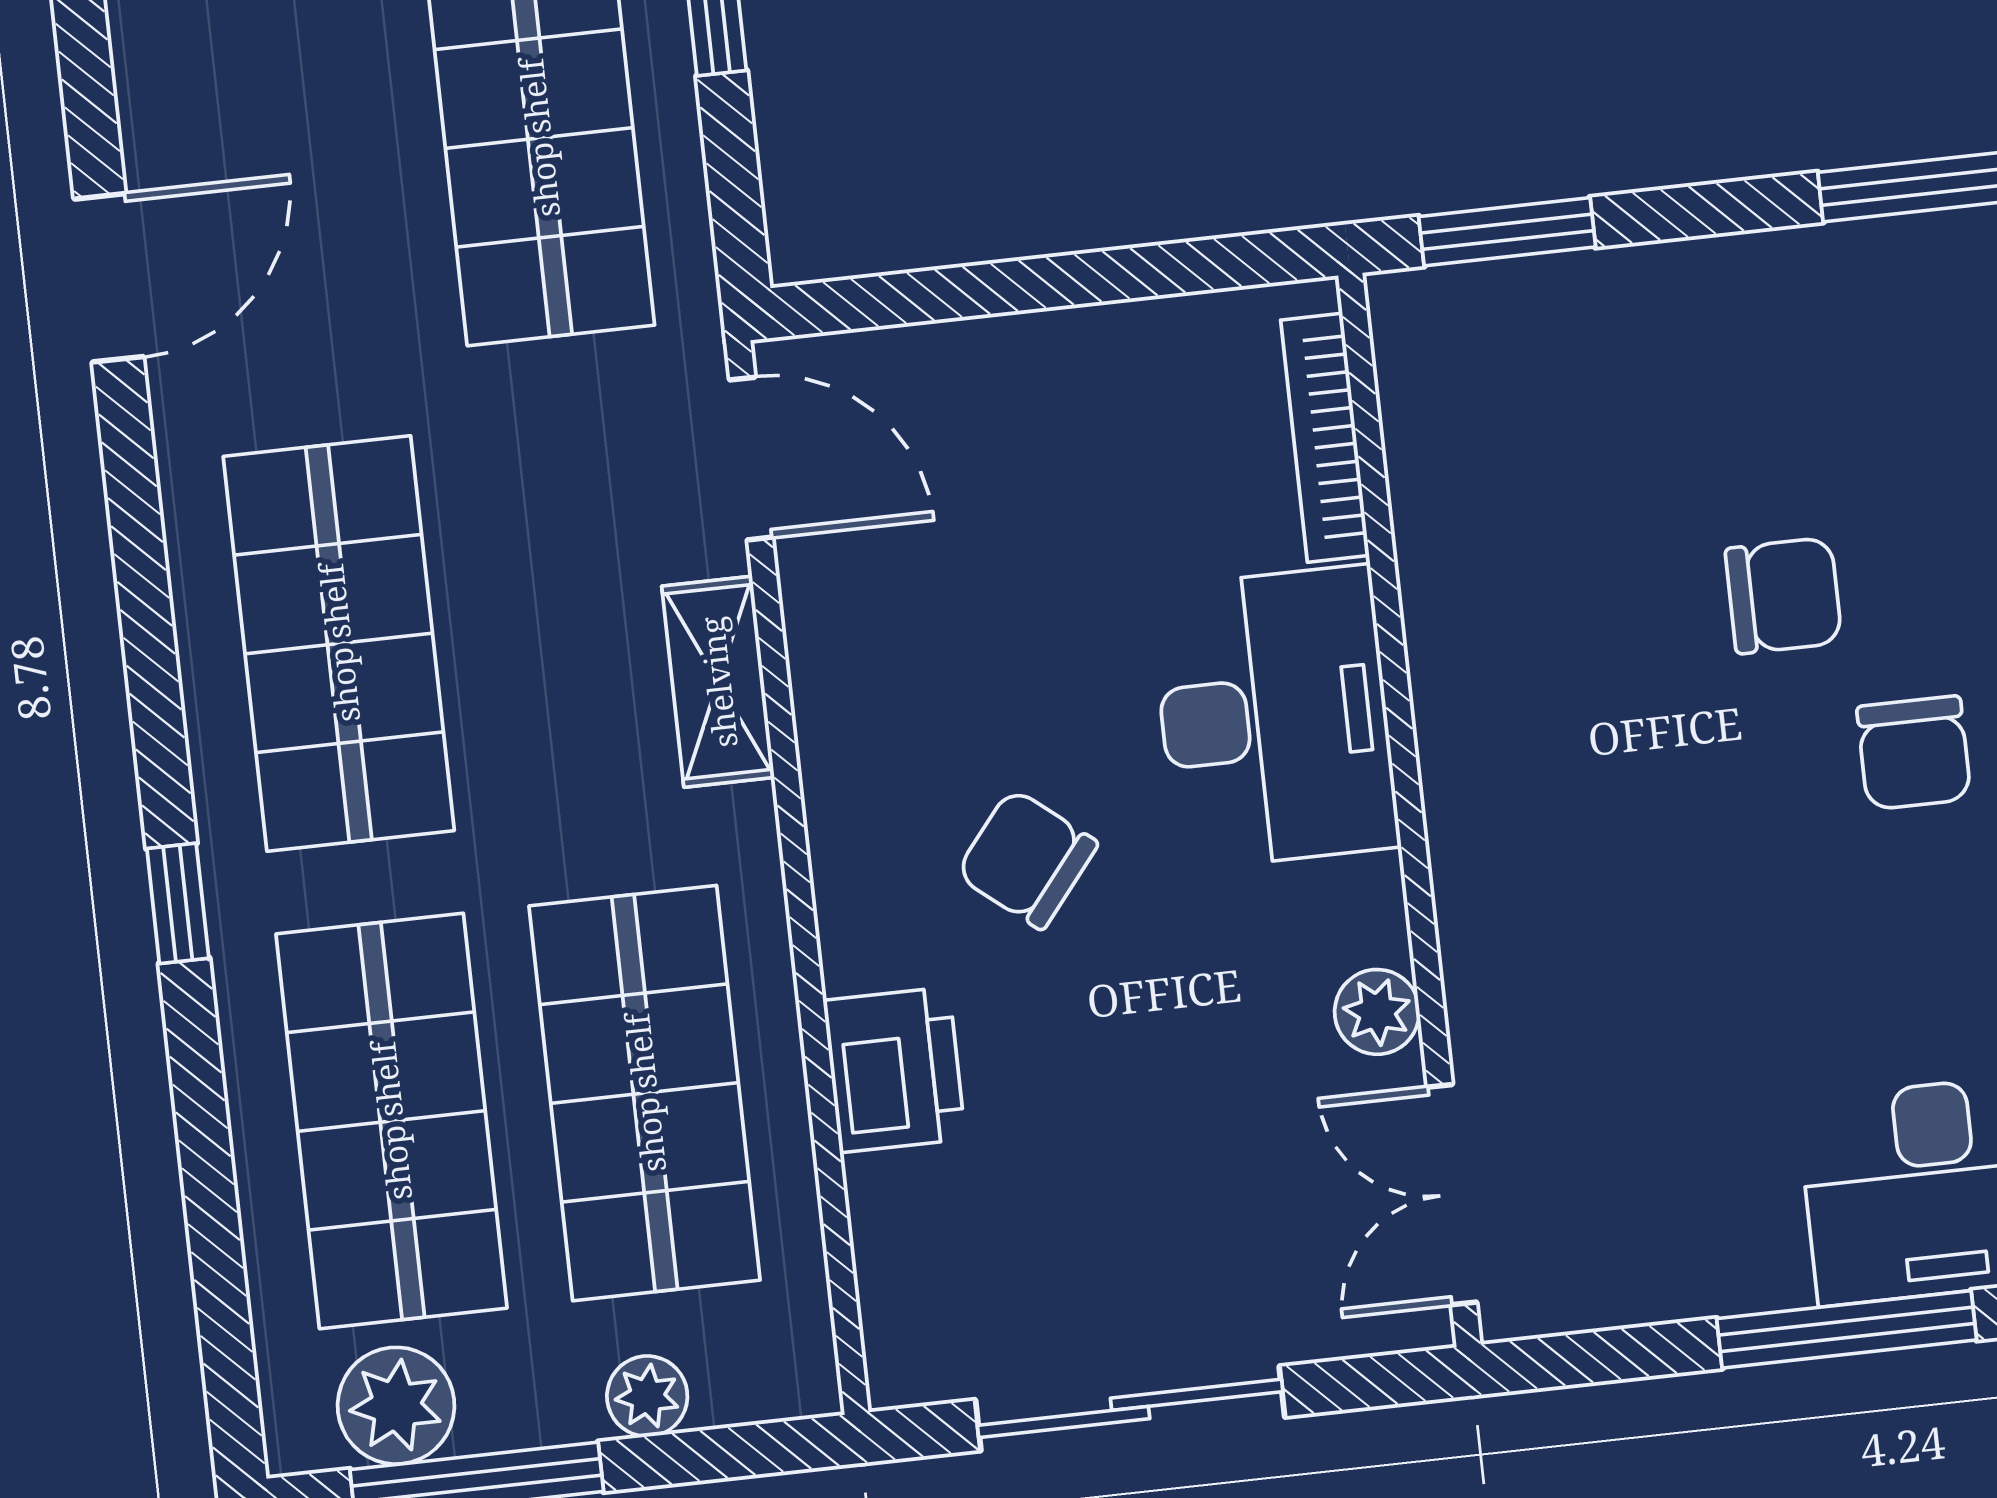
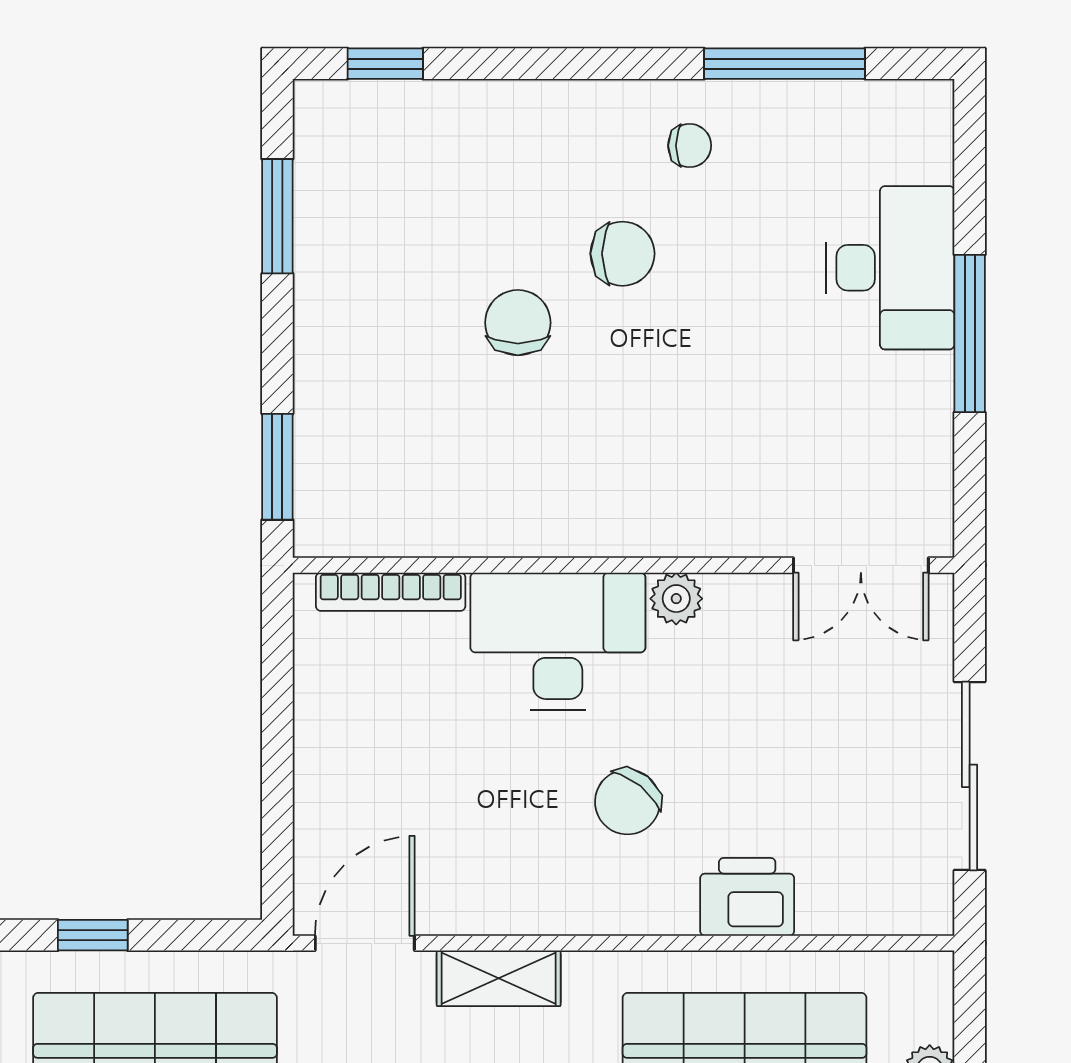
plant: (1377, 1012) -> (676, 599), moved

